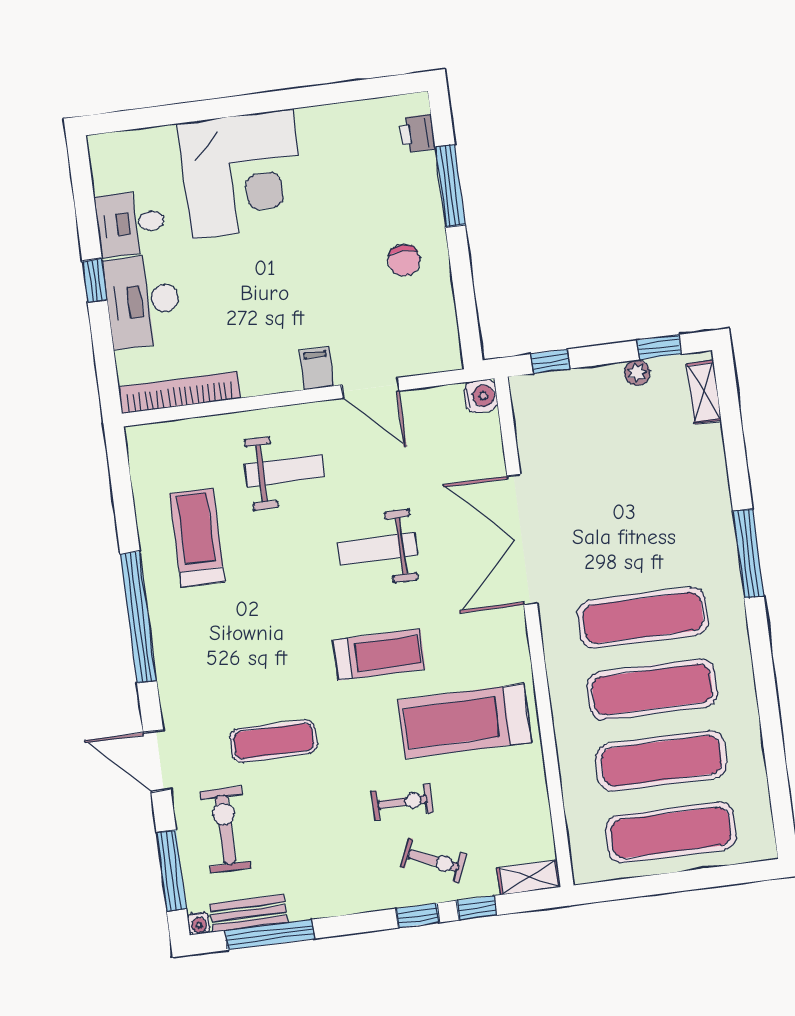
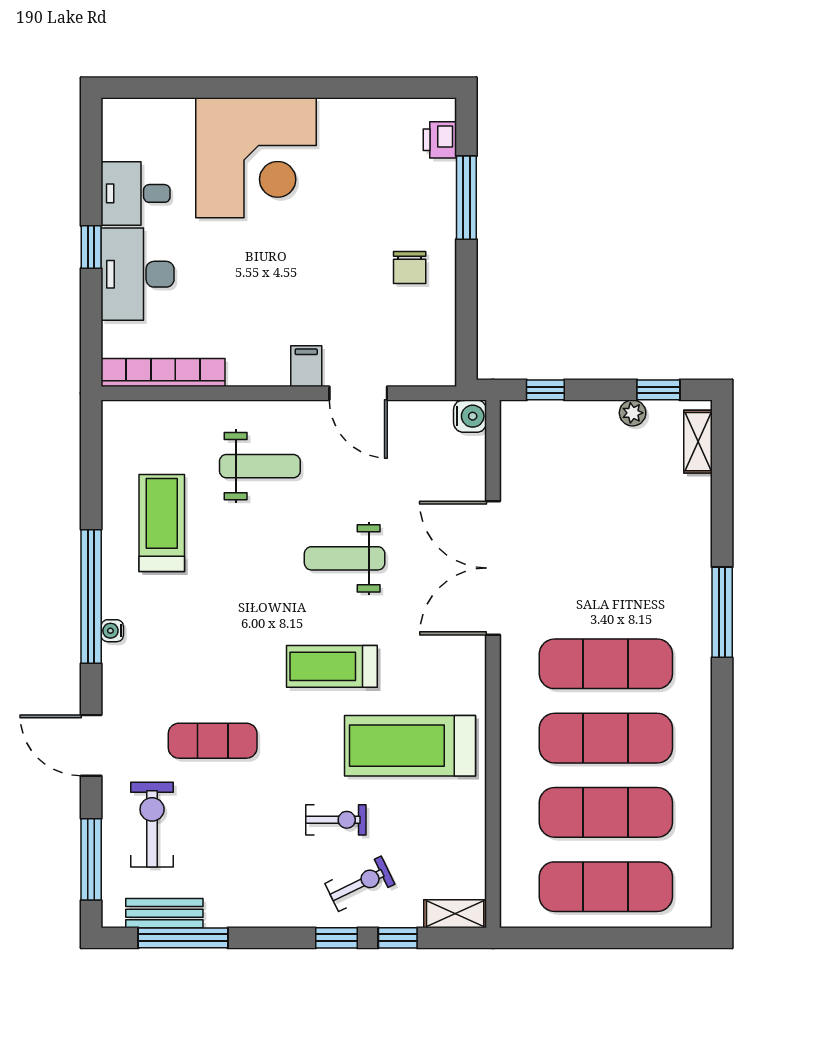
treadmill: (379, 655) -> (332, 666), turned 180
exercise bike: (433, 861) -> (360, 884), turned -49
water cooler: (199, 923) -> (112, 631), moved, turned 90

